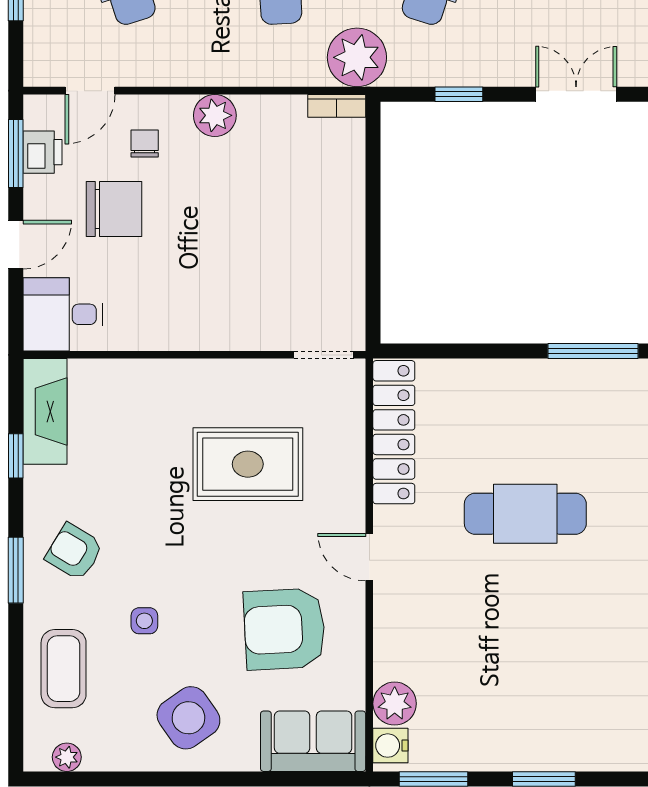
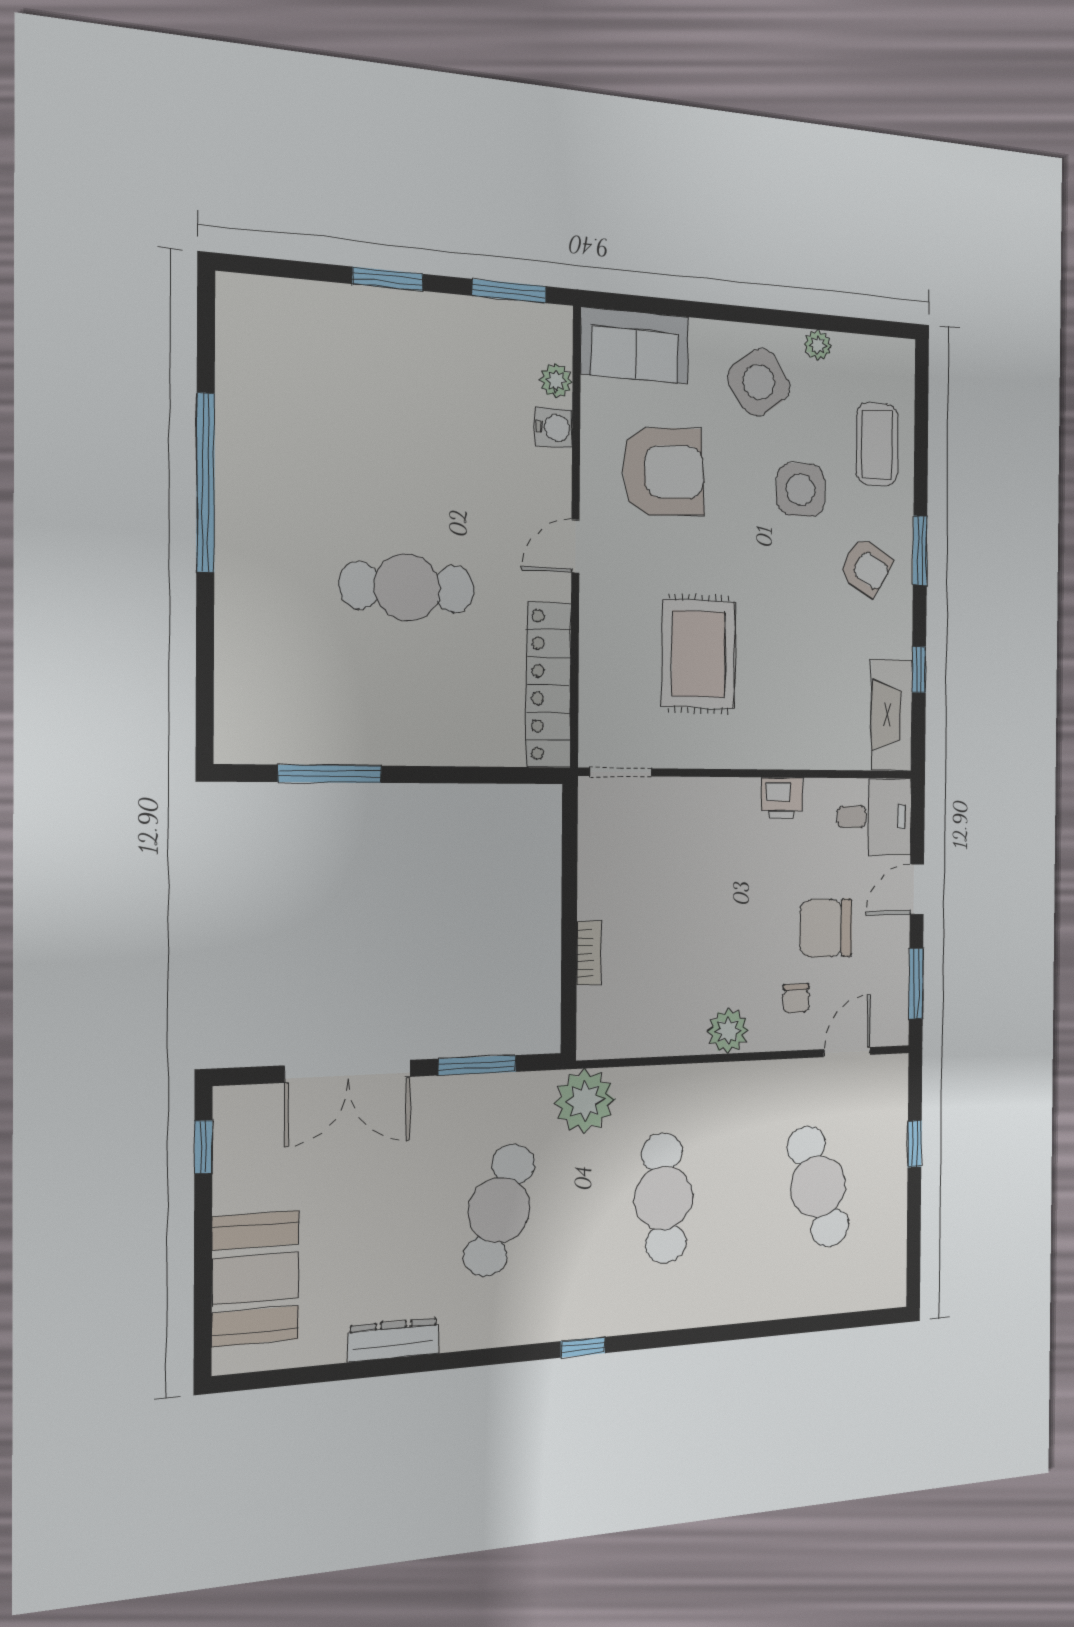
window: (459, 94) -> (477, 1065), width x1.50
double door: (576, 94) -> (348, 1071), width x1.37
bookcase: (337, 106) -> (589, 953), moved, turned 90
printer: (43, 152) -> (782, 798), moved, turned -90
rug: (248, 464) -> (698, 654), turned 90
door: (369, 557) -> (575, 546), swing flipped
side table: (144, 621) -> (801, 490), width x1.87, depth x1.87
plant: (395, 704) -> (556, 381), width x0.73, depth x0.73
water cooler: (390, 746) -> (554, 428), moved
plant: (67, 757) -> (818, 345), moved

